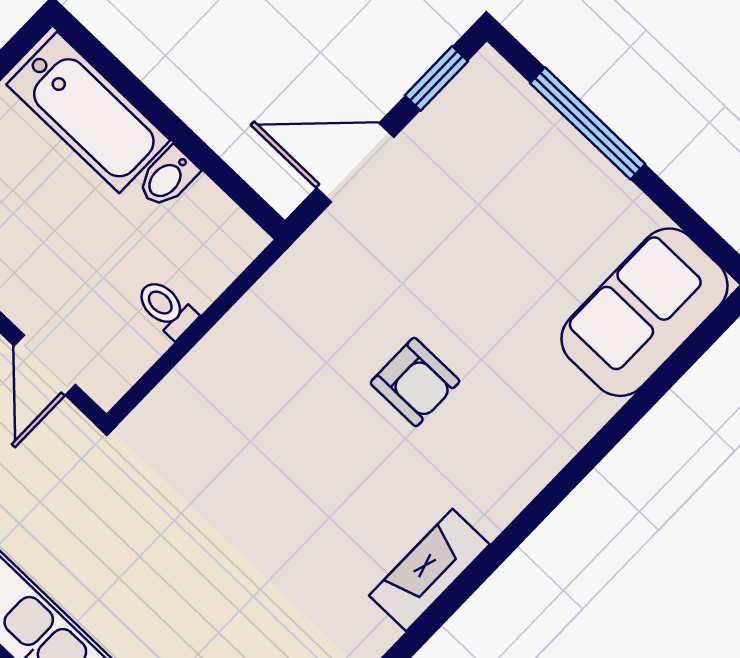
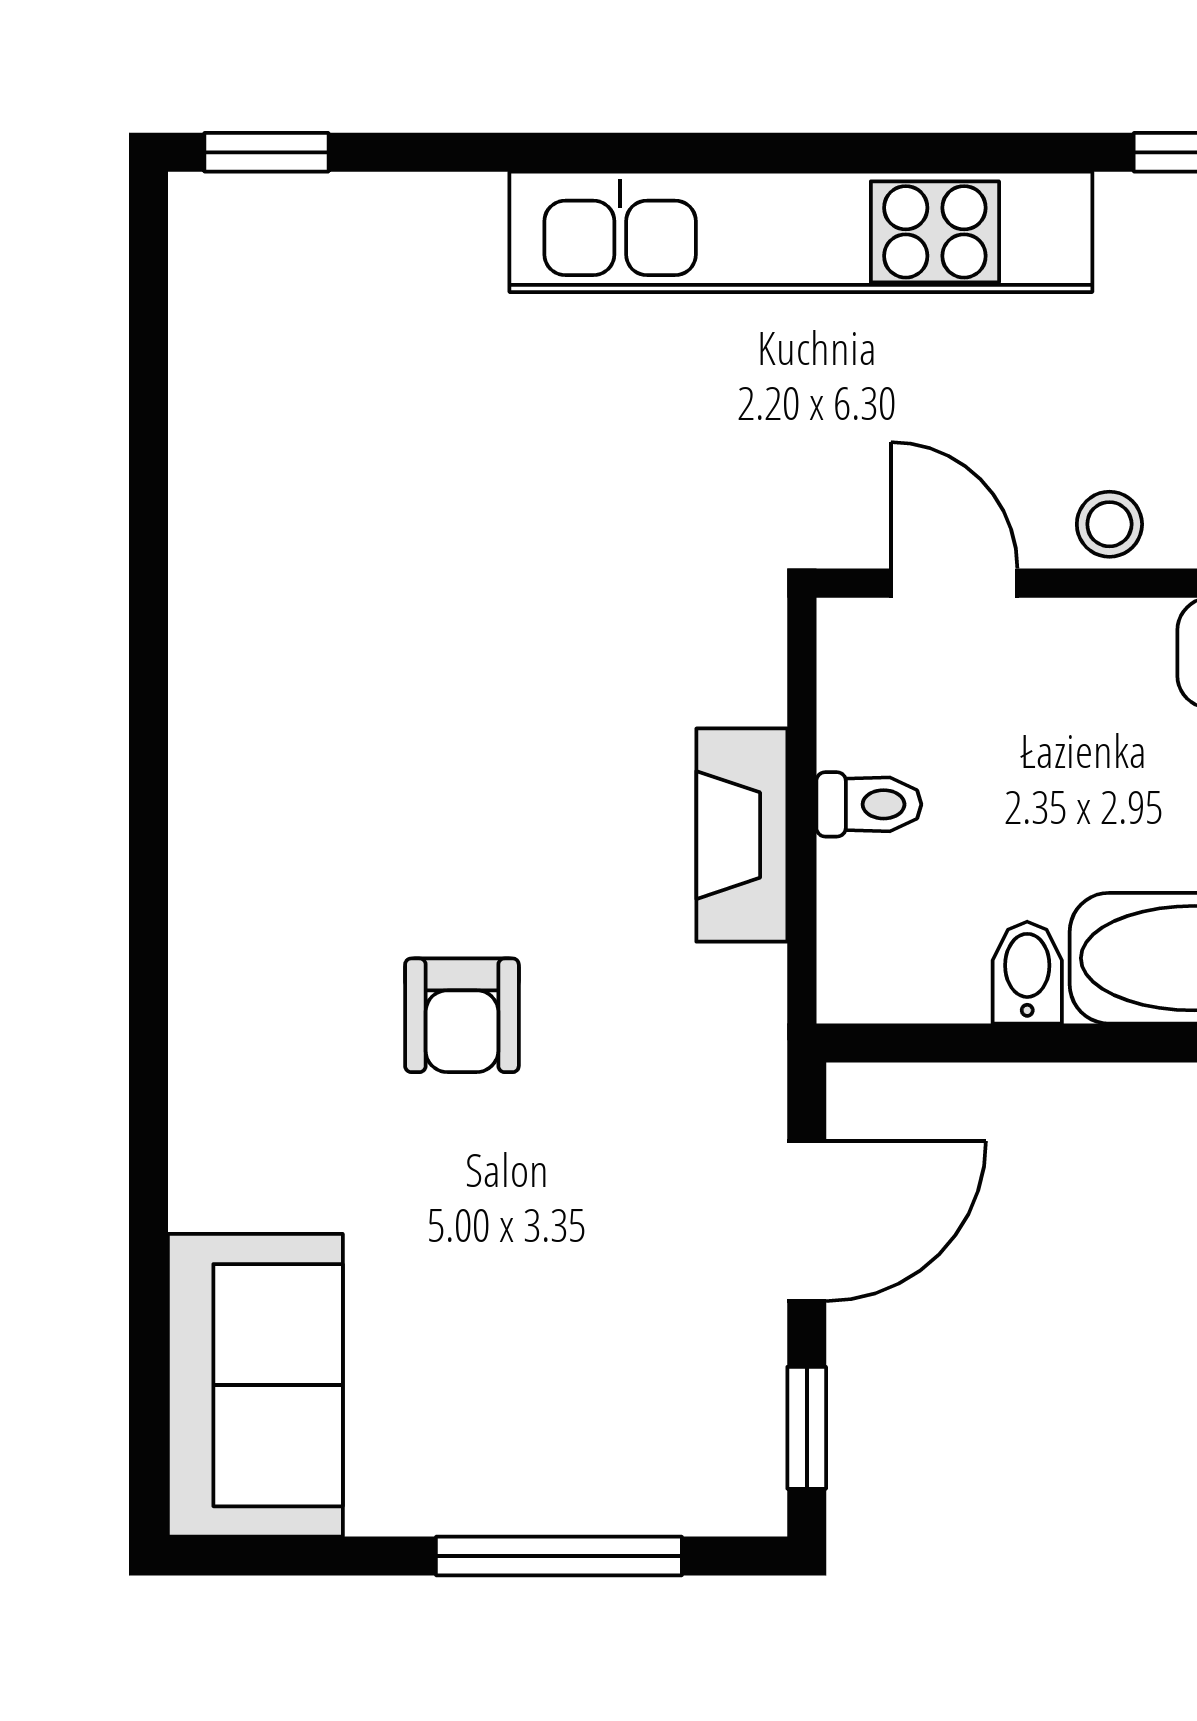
armchair: (415, 382) -> (462, 1015), turned -90
fireplace: (429, 570) -> (742, 835), moved, turned 180

